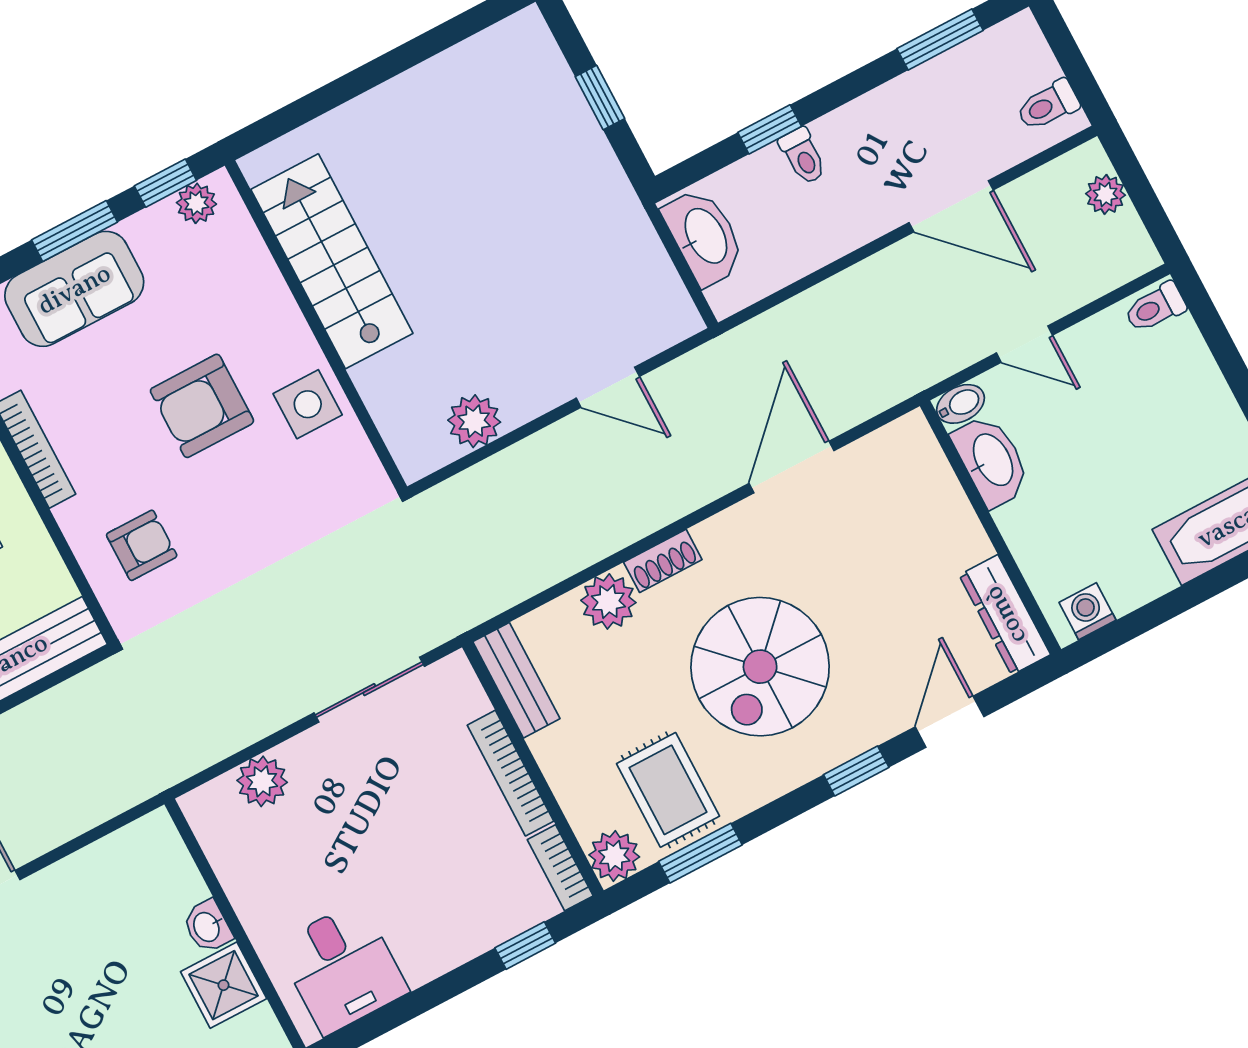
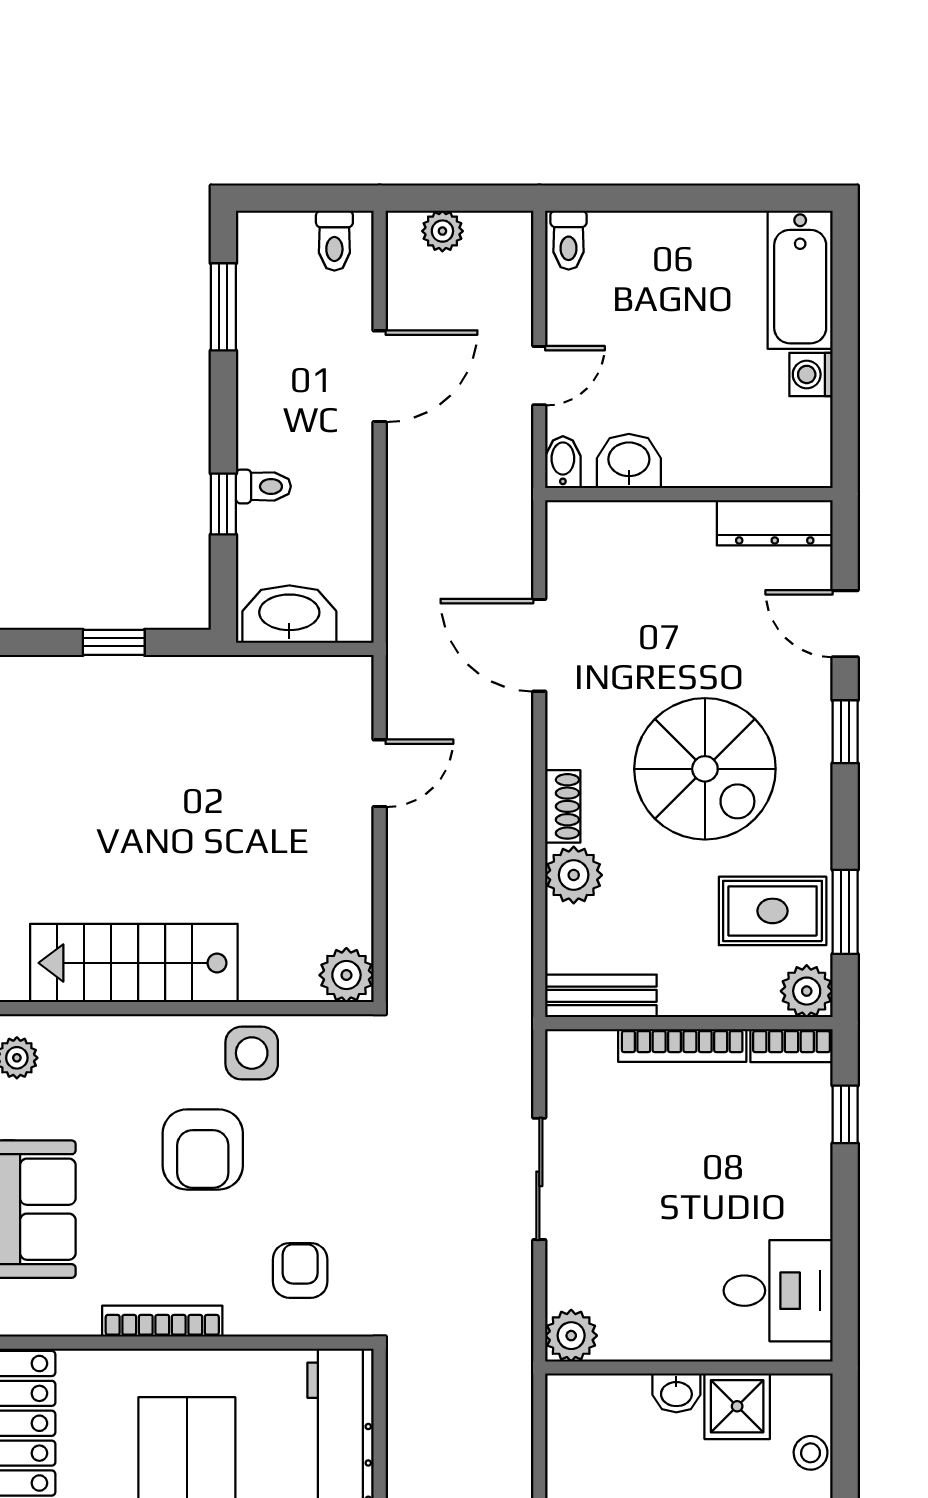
plant: (474, 421) -> (346, 975), moved
washbasin: (992, 460) -> (629, 461), width x0.72
washing machine: (1088, 611) -> (811, 374), moved
sliding door: (369, 690) -> (539, 1179), moved
plant: (262, 781) -> (571, 1336), moved

